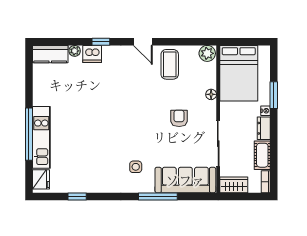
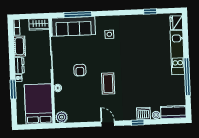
coffee table: (170, 64) -> (108, 84), moved
window: (29, 134) -> (187, 77), moved
window: (158, 196) -> (78, 14), moved

